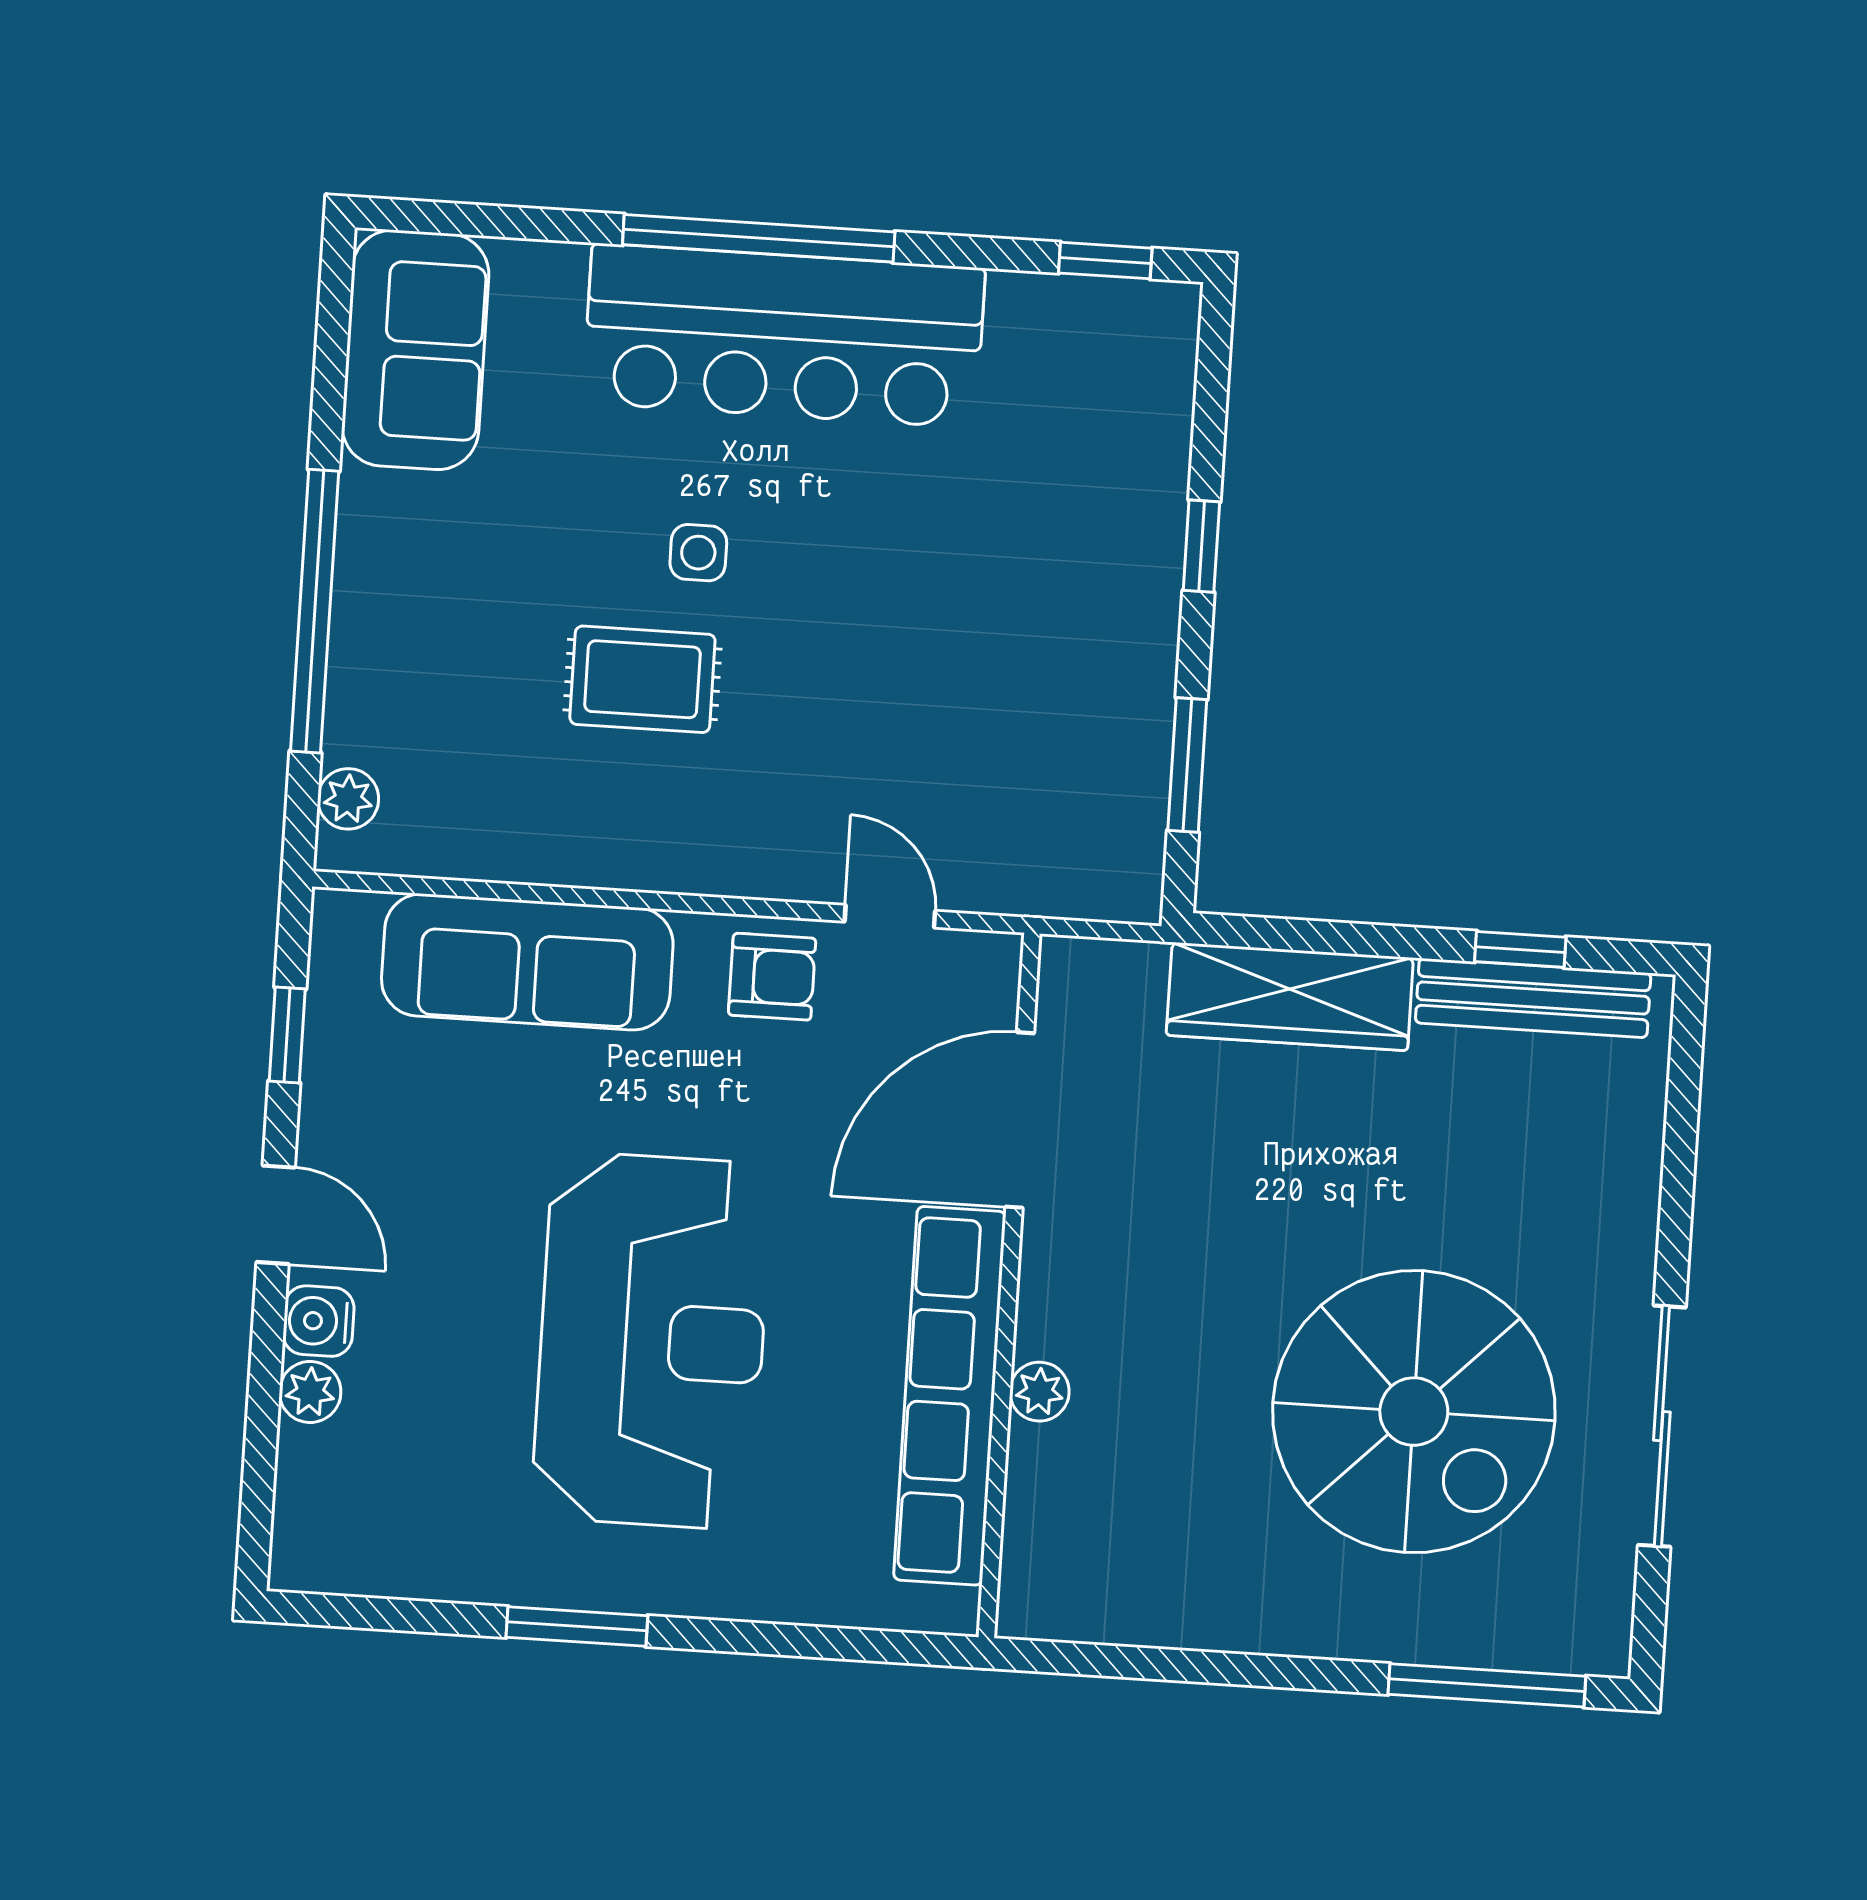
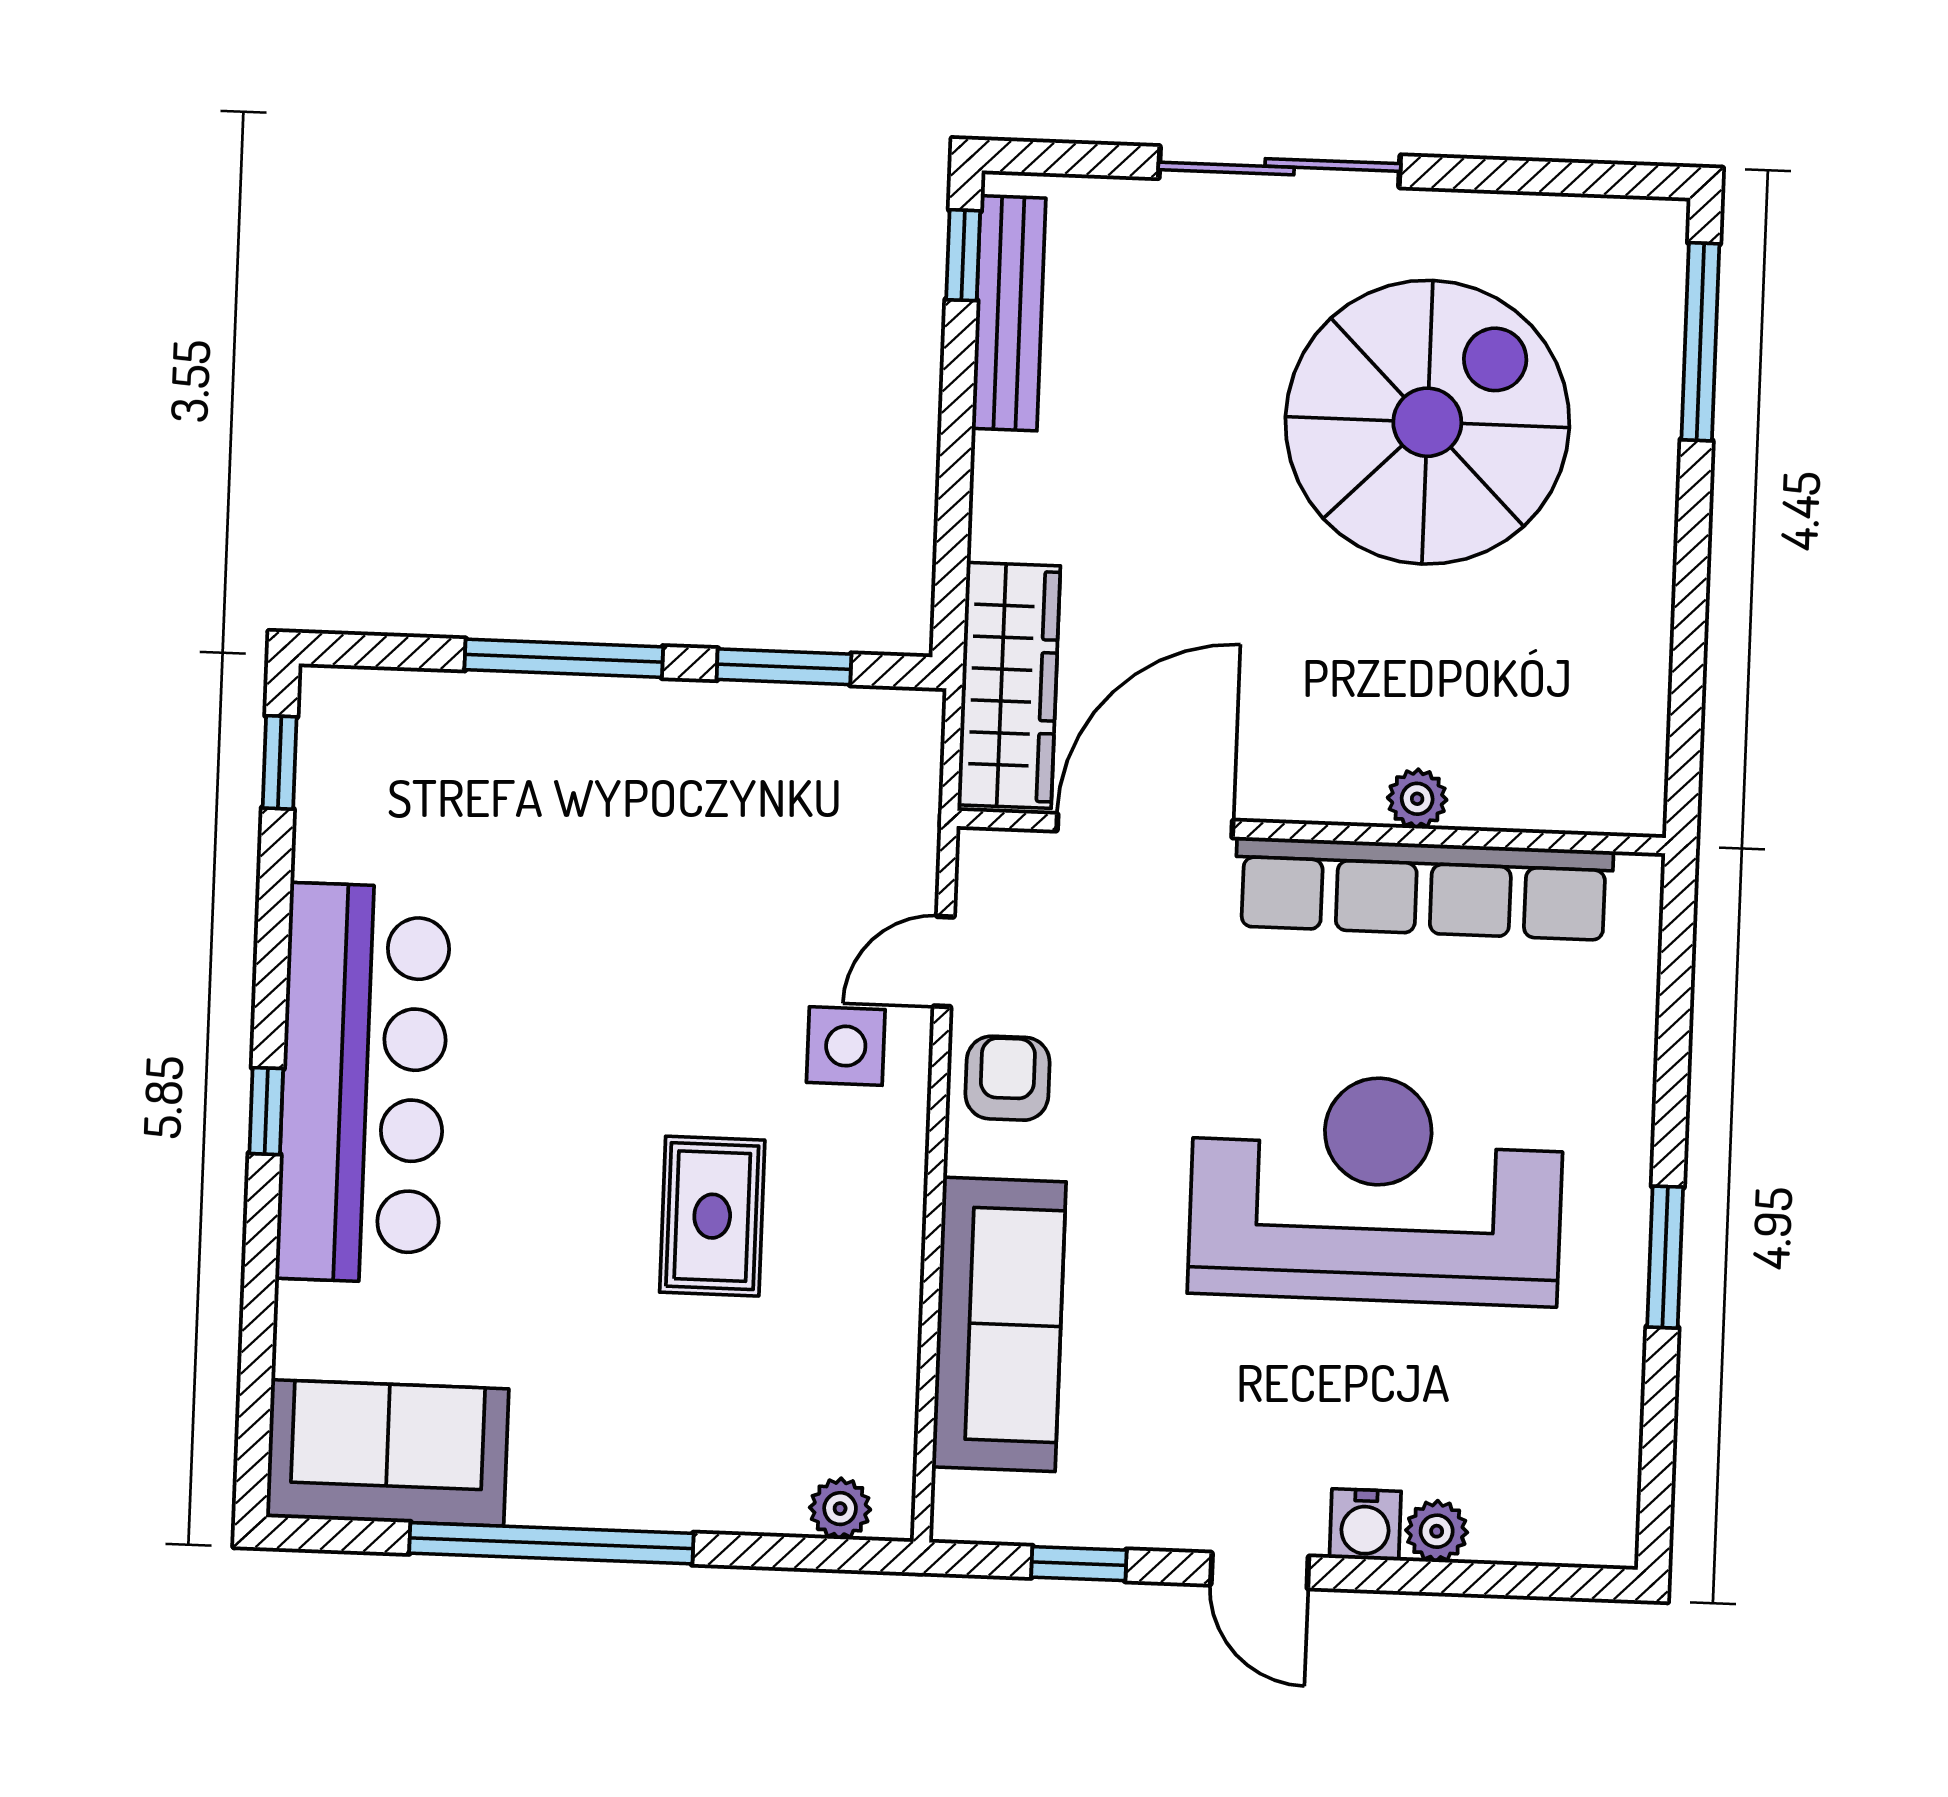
window: (759, 238) -> (266, 1111), width x0.32
window: (1201, 546) -> (564, 658), width x2.17
side table: (698, 553) -> (846, 1046), moved, width x1.37, depth x1.37
window: (315, 611) -> (551, 1543), moved
window: (1520, 949) -> (963, 255), moved
wardrobe: (1290, 997) -> (1009, 685), moved
door: (1020, 1120) -> (1145, 826), swing flipped
door: (276, 1215) -> (1260, 1571), swing flipped
sliding door: (1662, 1426) -> (1280, 167), moved

